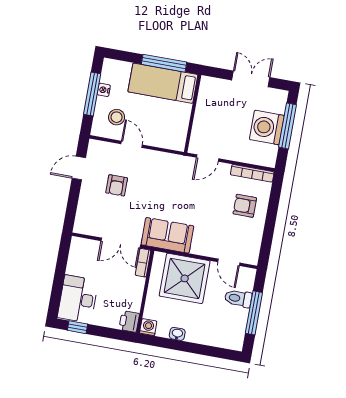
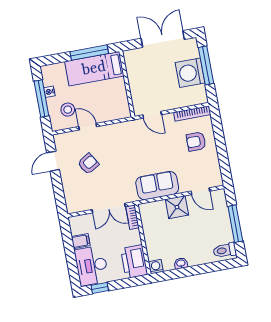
double door: (251, 79) -> (163, 39), width x1.37
door: (208, 158) -> (152, 115), hinge flipped
armchair: (117, 185) -> (88, 164), turned -121
sofa: (167, 235) -> (157, 186), moved
filing cabinet: (76, 268) -> (81, 241), added
shower: (185, 278) -> (177, 207), width x0.54, depth x0.54
toilet: (238, 298) -> (225, 250), moved
printer: (129, 321) -> (134, 262), width x1.87, depth x1.48

